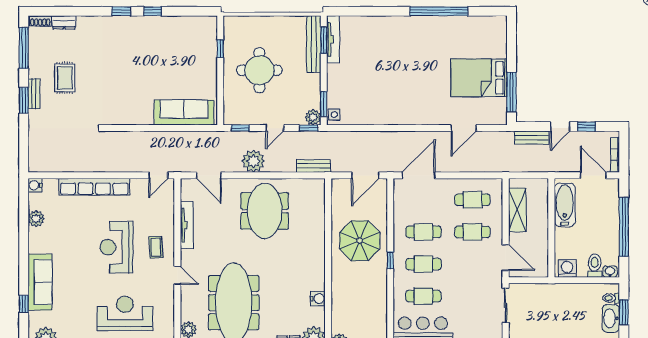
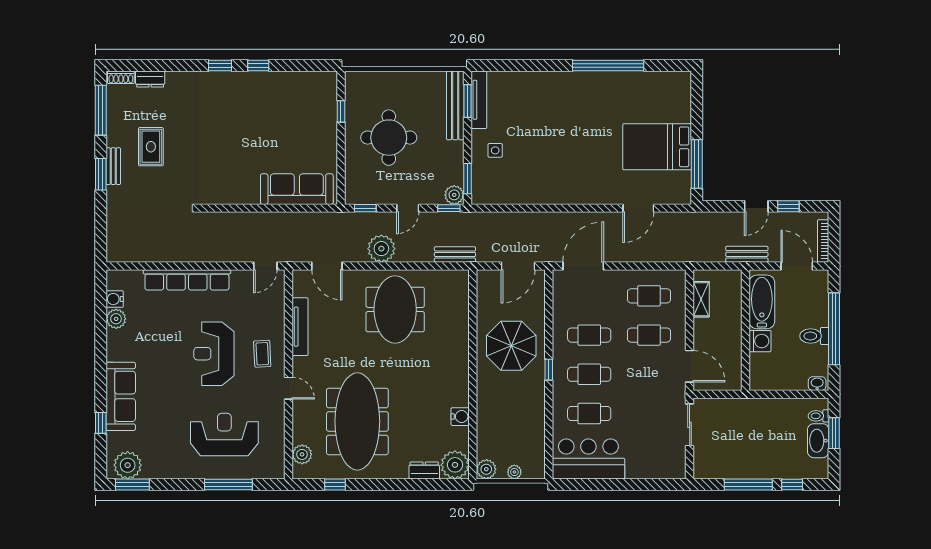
side table: (334, 115) -> (495, 150), moved
bench: (531, 138) -> (747, 254), moved
water cooler: (35, 185) -> (115, 299), moved
shelving: (517, 210) -> (701, 299), width x0.67, depth x0.75
toilet: (595, 266) -> (814, 336), moved, turned -90
washing machine: (567, 268) -> (760, 341), moved, turned 90

